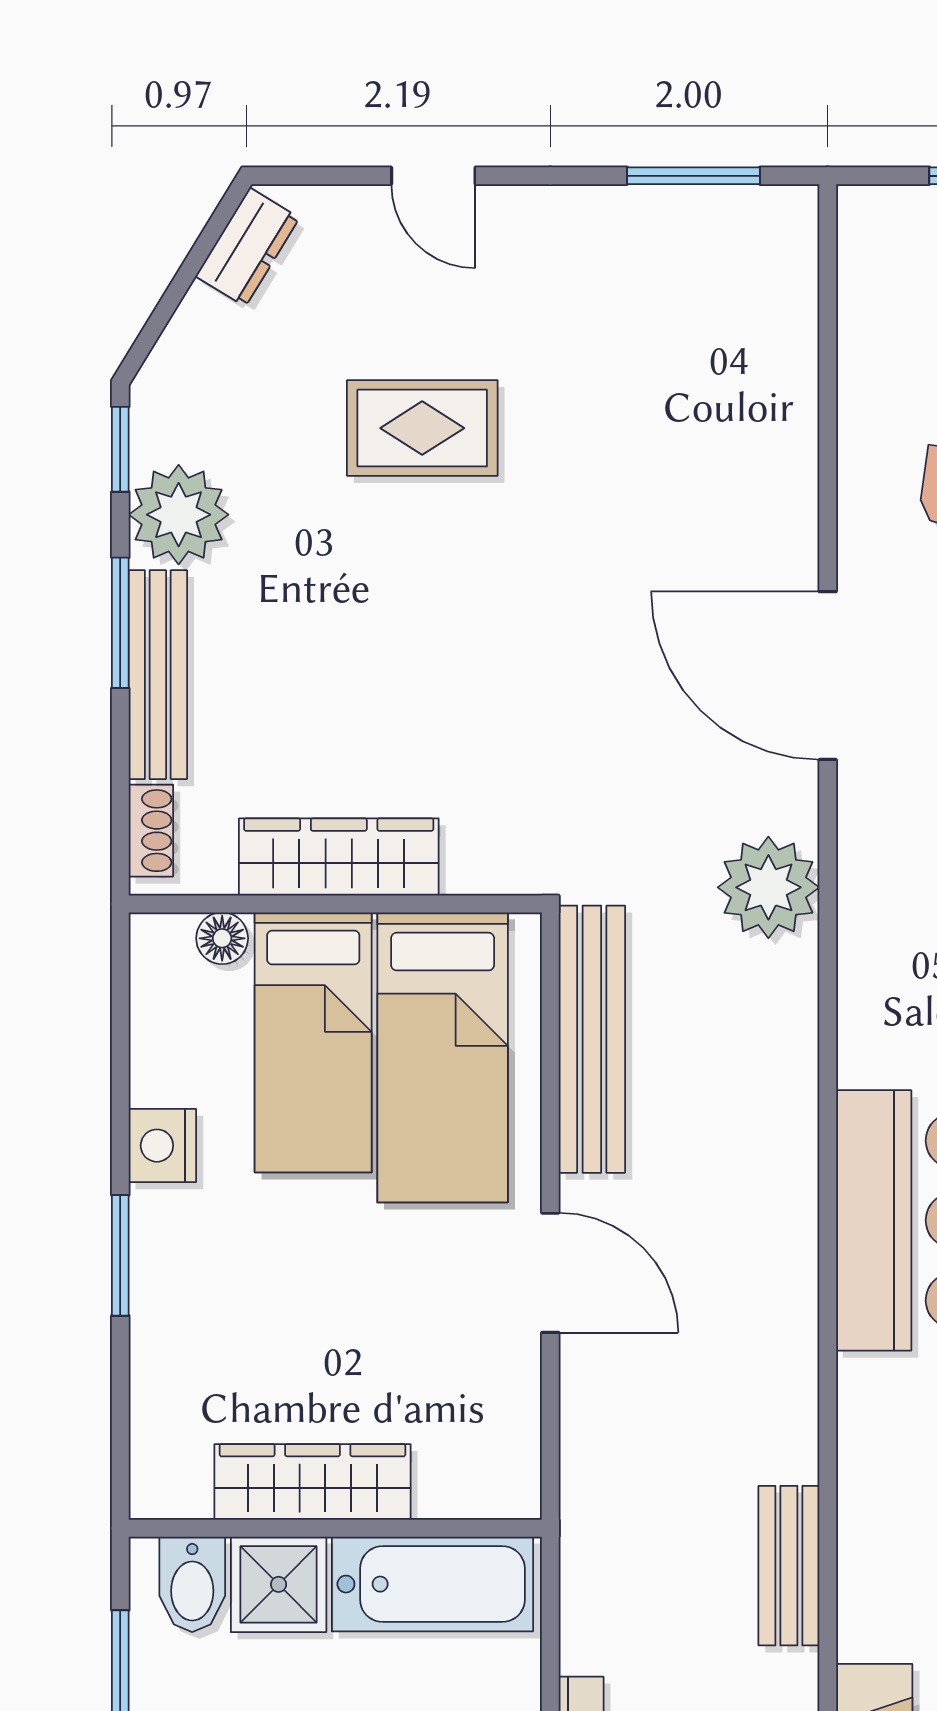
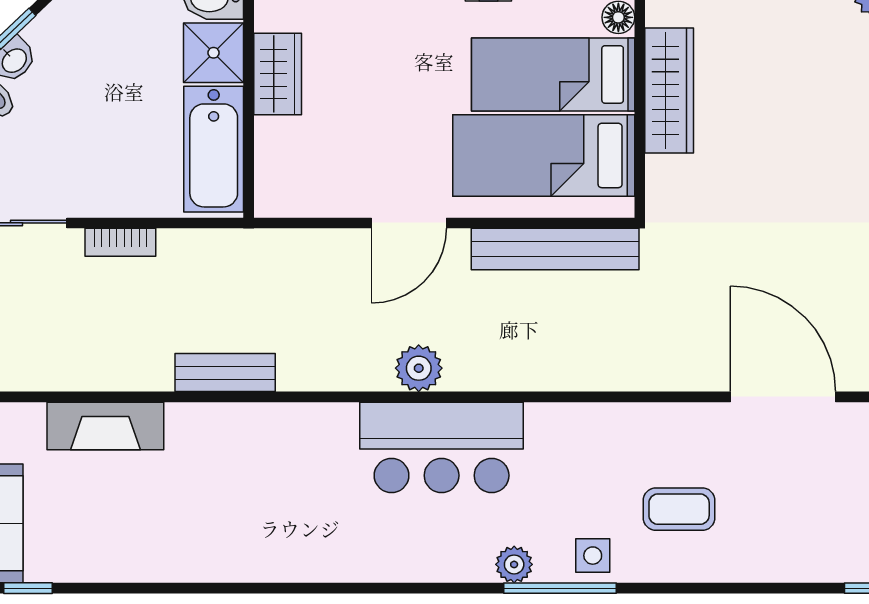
door: (828, 676) -> (783, 397), hinge flipped
plant: (768, 887) -> (419, 368), moved, width x0.73, depth x0.73
wardrobe: (312, 1482) -> (278, 74), width x0.67

